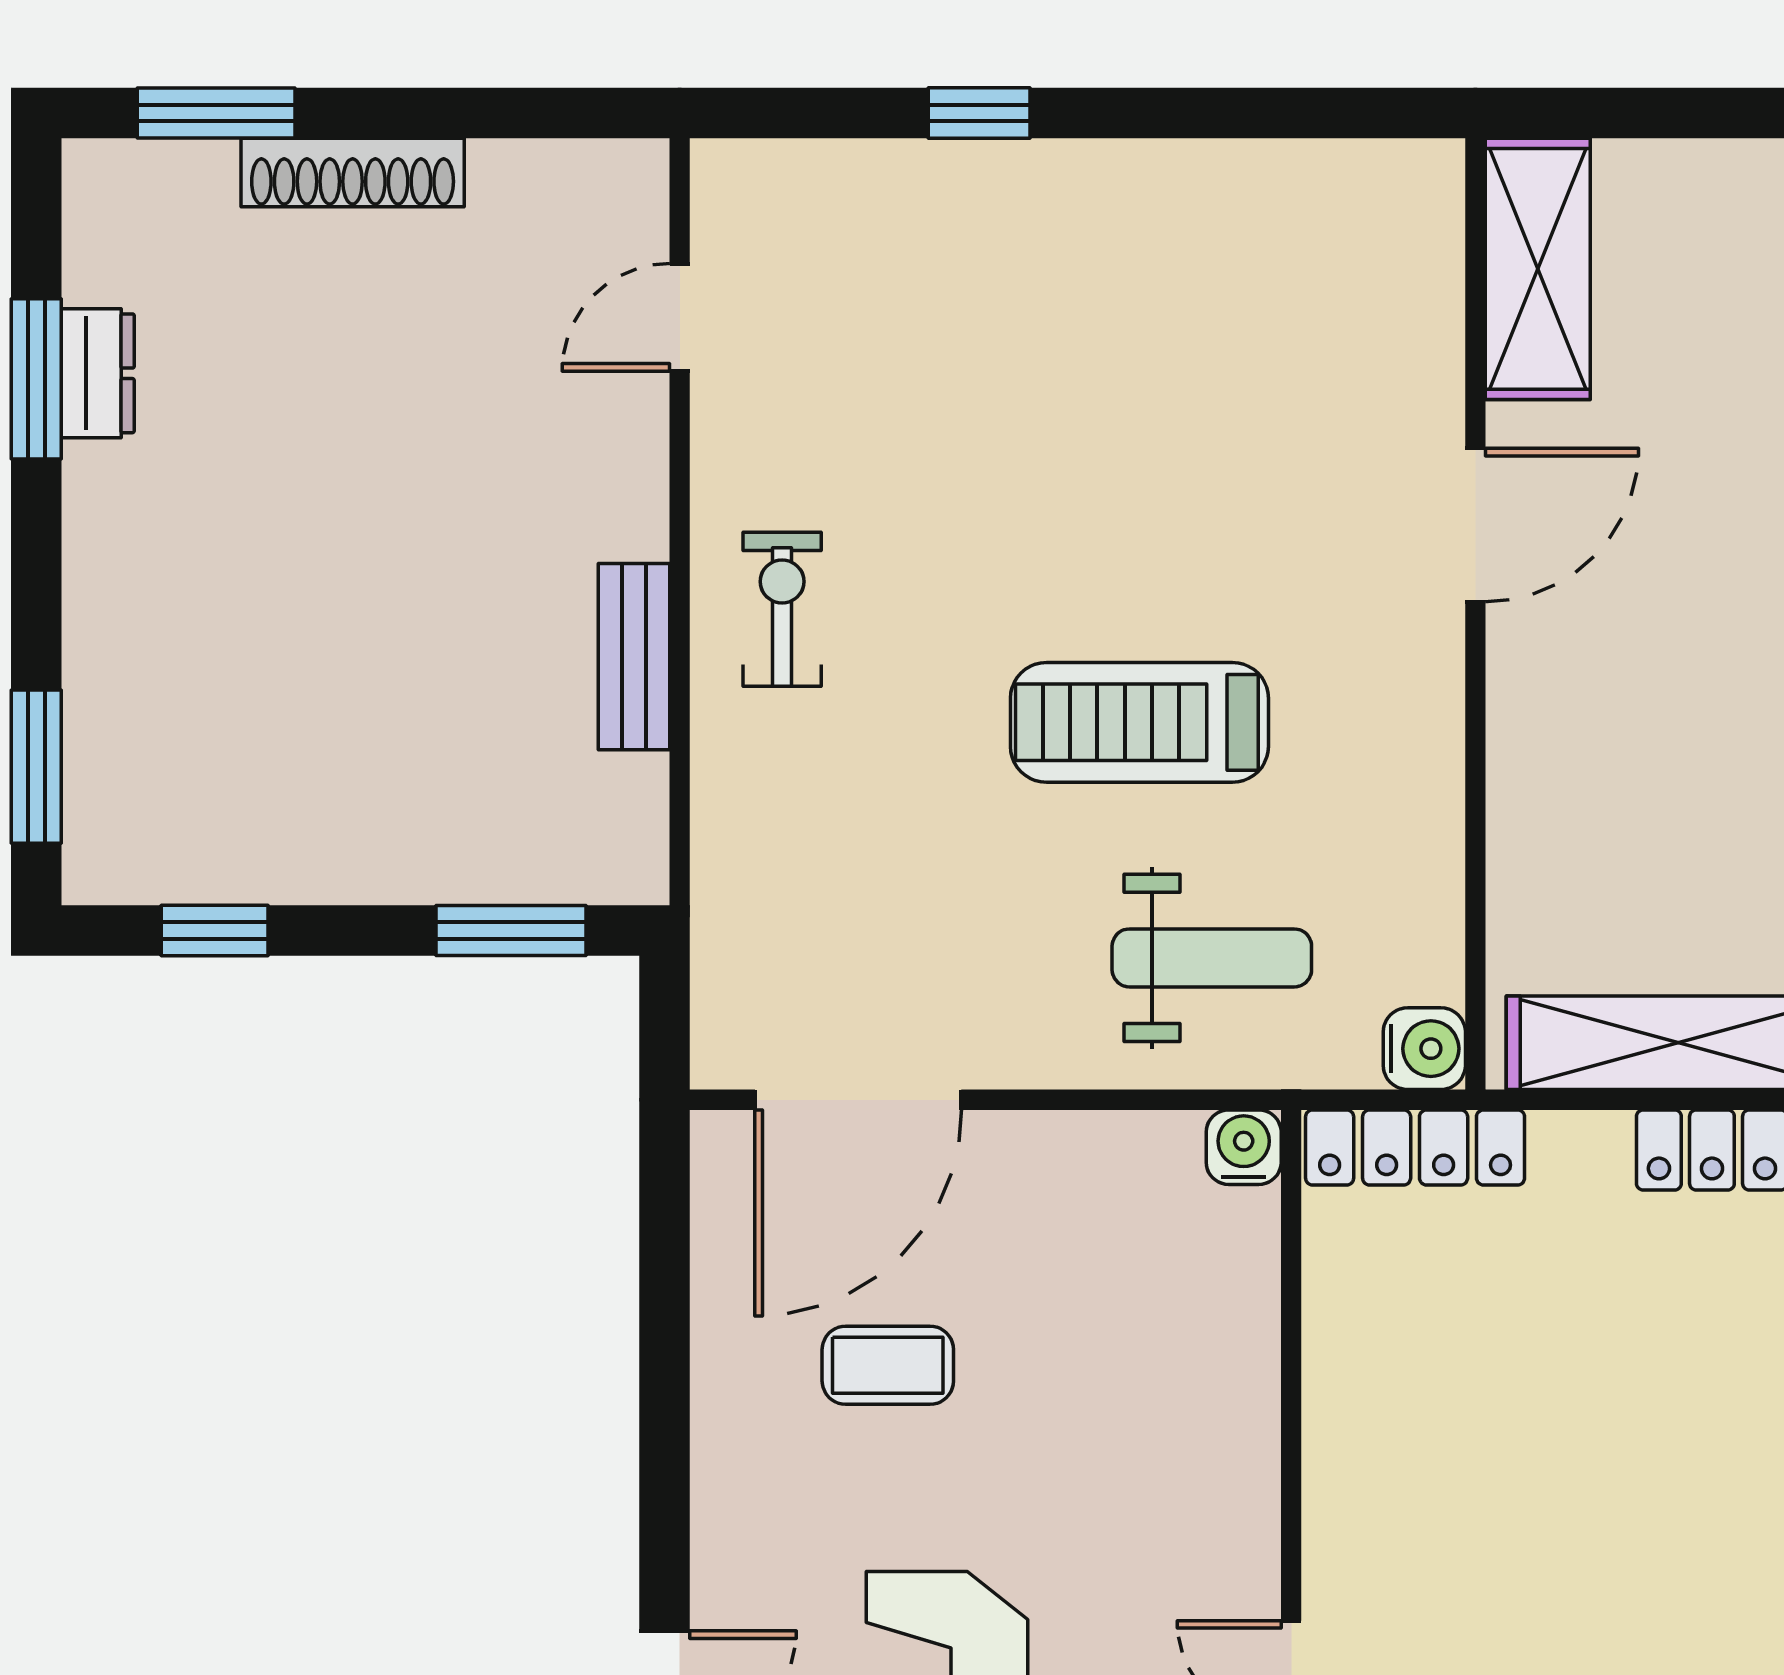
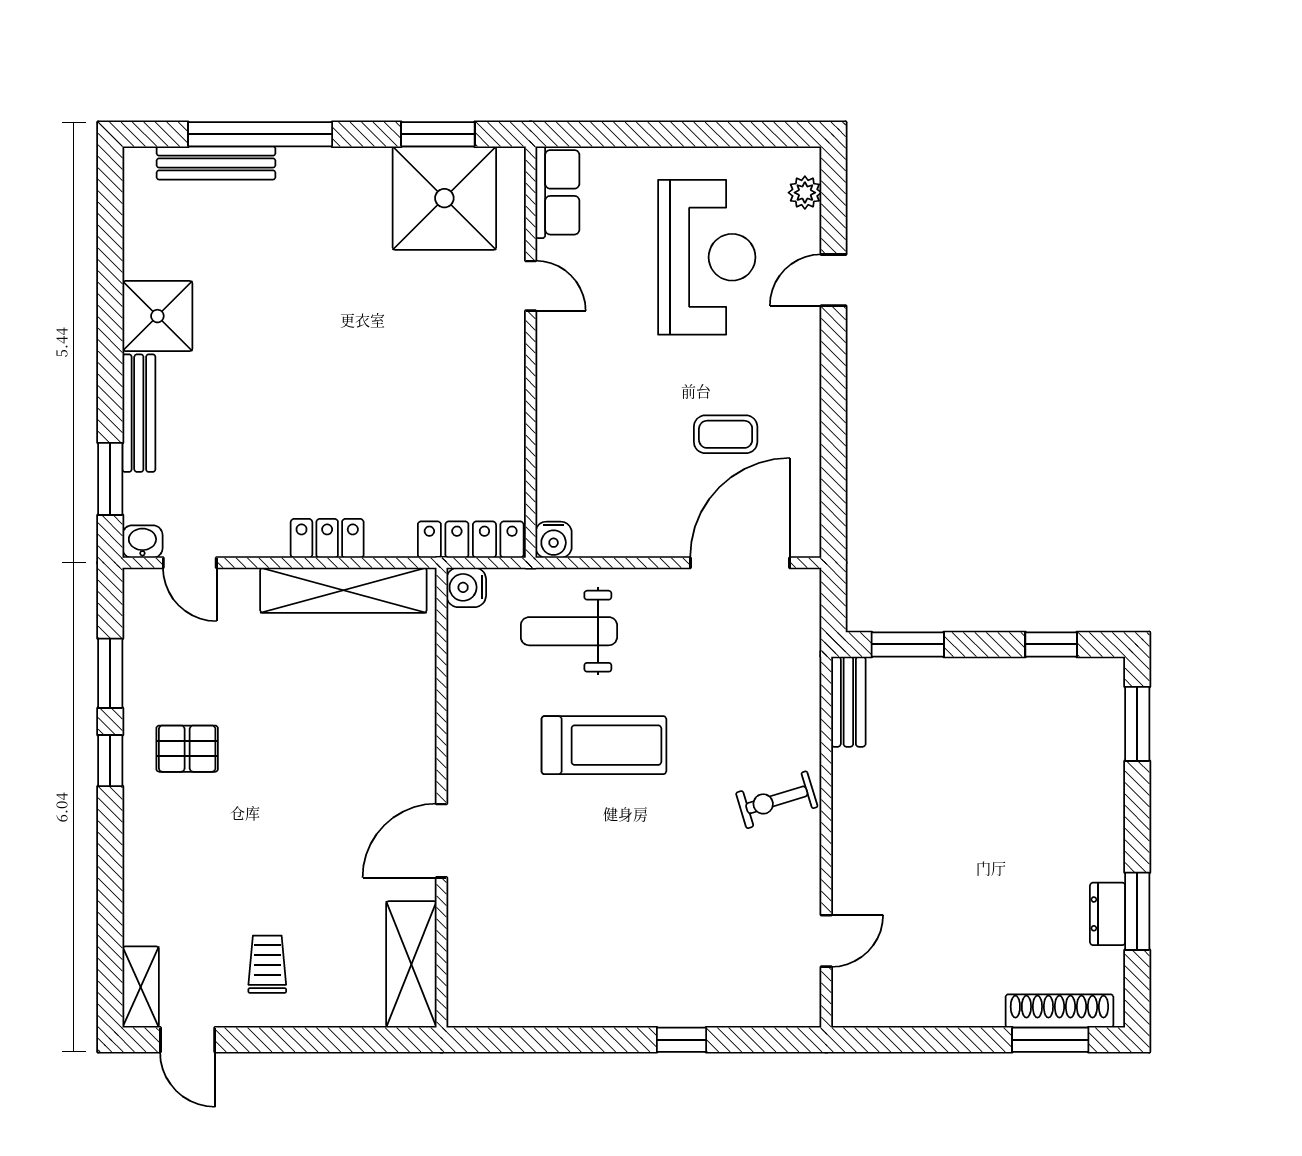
shoe rack: (353, 172) -> (1059, 1011), moved
exercise bike: (782, 609) -> (777, 800), turned 73
bench: (634, 657) -> (848, 702), moved

